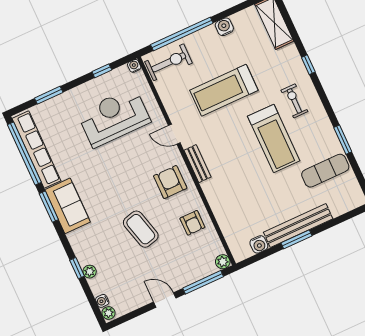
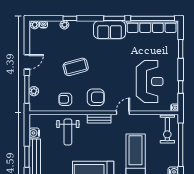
weight bench: (236, 198) -> (68, 132), added
plant: (223, 262) -> (34, 91), moved

